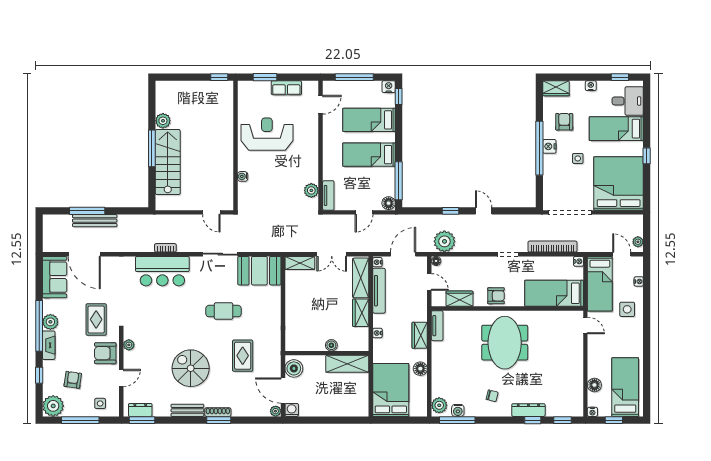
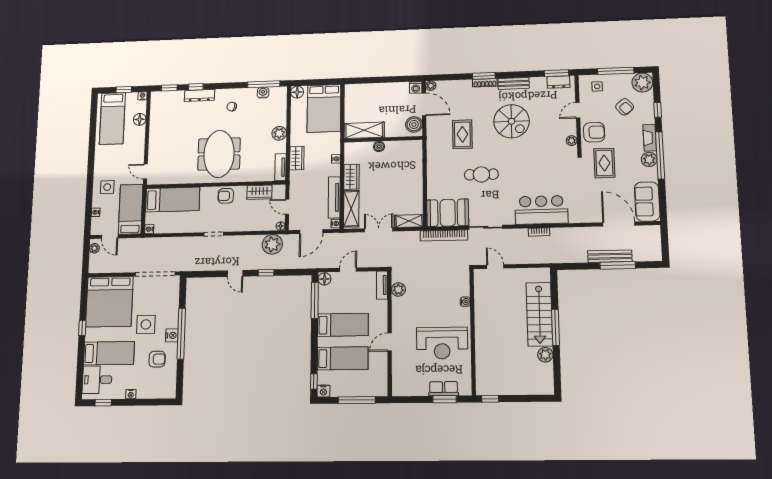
row of seats: (286, 88) -> (444, 389), moved
wardrobe: (556, 88) -> (164, 391), removed
door: (321, 105) -> (390, 342), moved
armchair: (564, 122) -> (157, 359), turned -90
side table: (578, 158) -> (146, 324), width x1.87, depth x1.87
bookcase: (552, 247) -> (444, 235), moved
floor lamp: (420, 369) -> (297, 92), moved
armchair: (73, 380) -> (625, 107), turned -49
plant: (439, 405) -> (279, 133), moved

